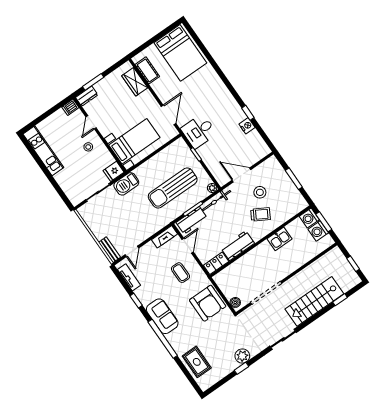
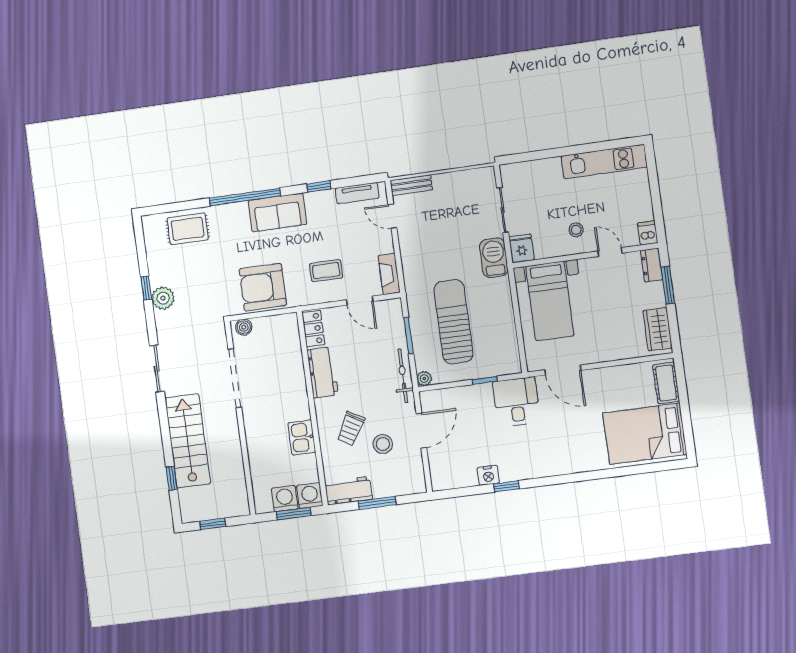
cot: (147, 70) -> (666, 383), moved, turned 90
wardrobe: (135, 82) -> (658, 329), moved, turned -90
workbench: (192, 220) -> (349, 491), moved, turned 90

